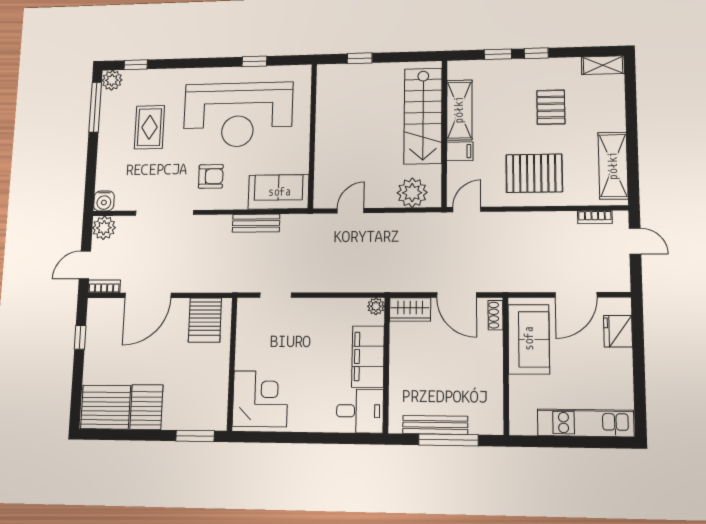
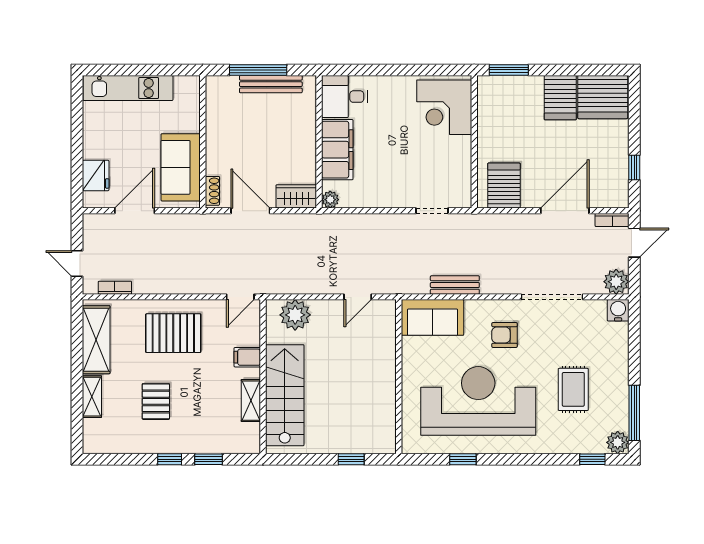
shelving: (603, 65) -> (92, 397), moved, turned 90
shelving: (459, 110) -> (251, 401), width x0.67, depth x0.75

